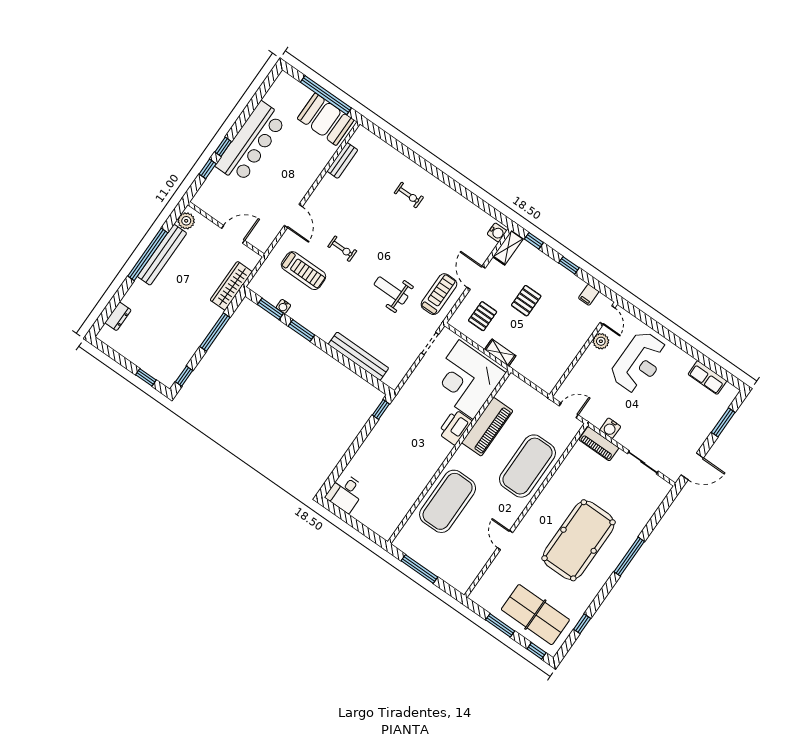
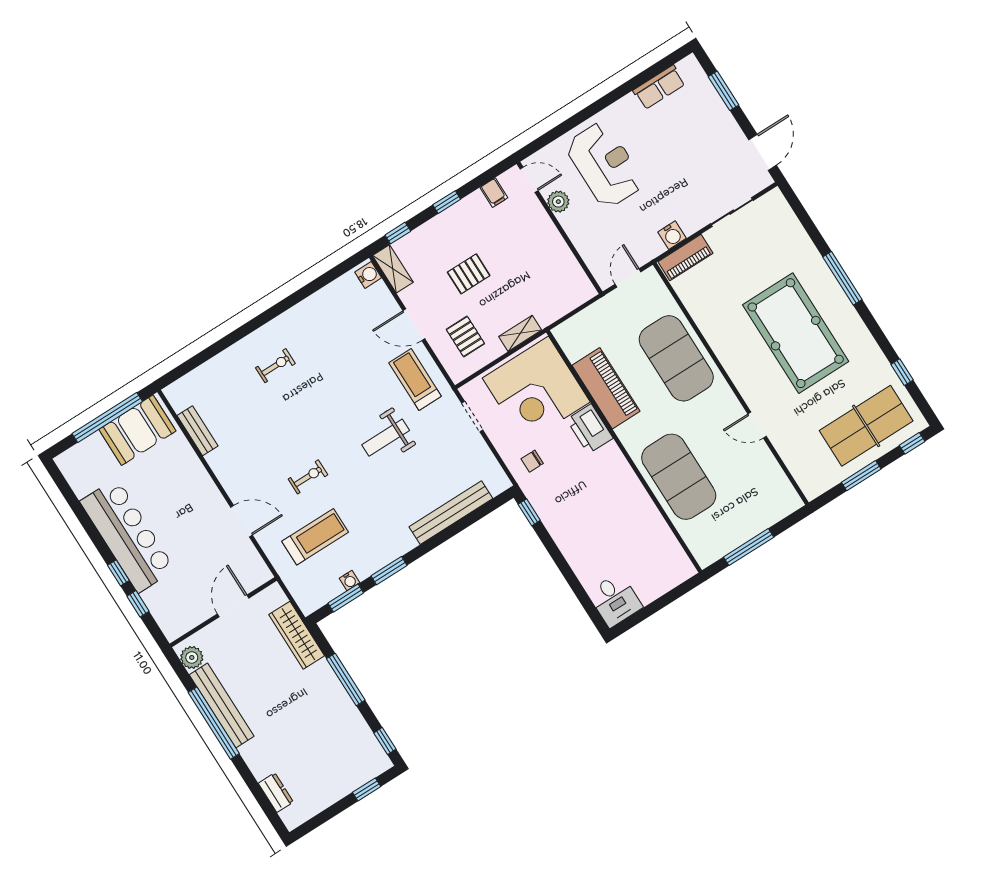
pallet: (526, 301) -> (469, 274), turned 90
chair: (417, 397) -> (532, 461), added

